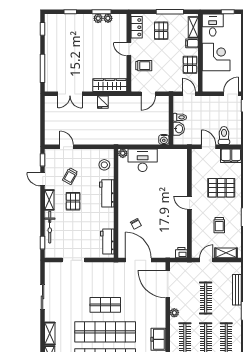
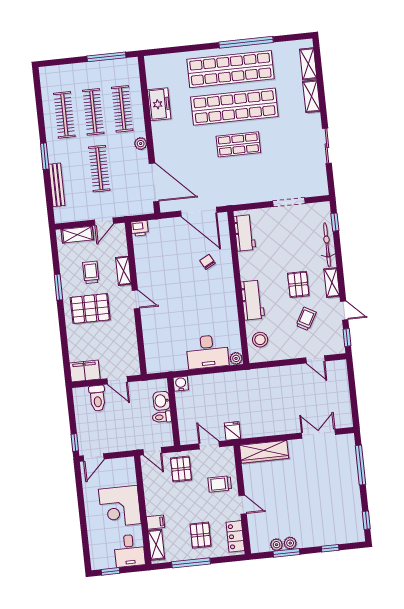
pallet: (190, 65) -> (181, 469), moved
door: (148, 94) -> (209, 445), hinge flipped
fridge: (103, 102) -> (233, 431), moved
pallet: (221, 188) -> (90, 309), moved
shelving: (196, 224) -> (123, 271), added

